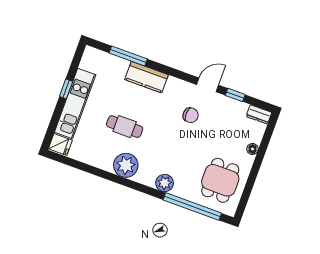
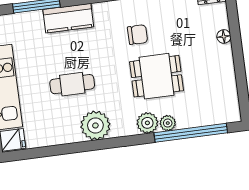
dining table: (220, 180) -> (157, 76), moved, turned 90
plant: (179, 191) -> (168, 123), added

